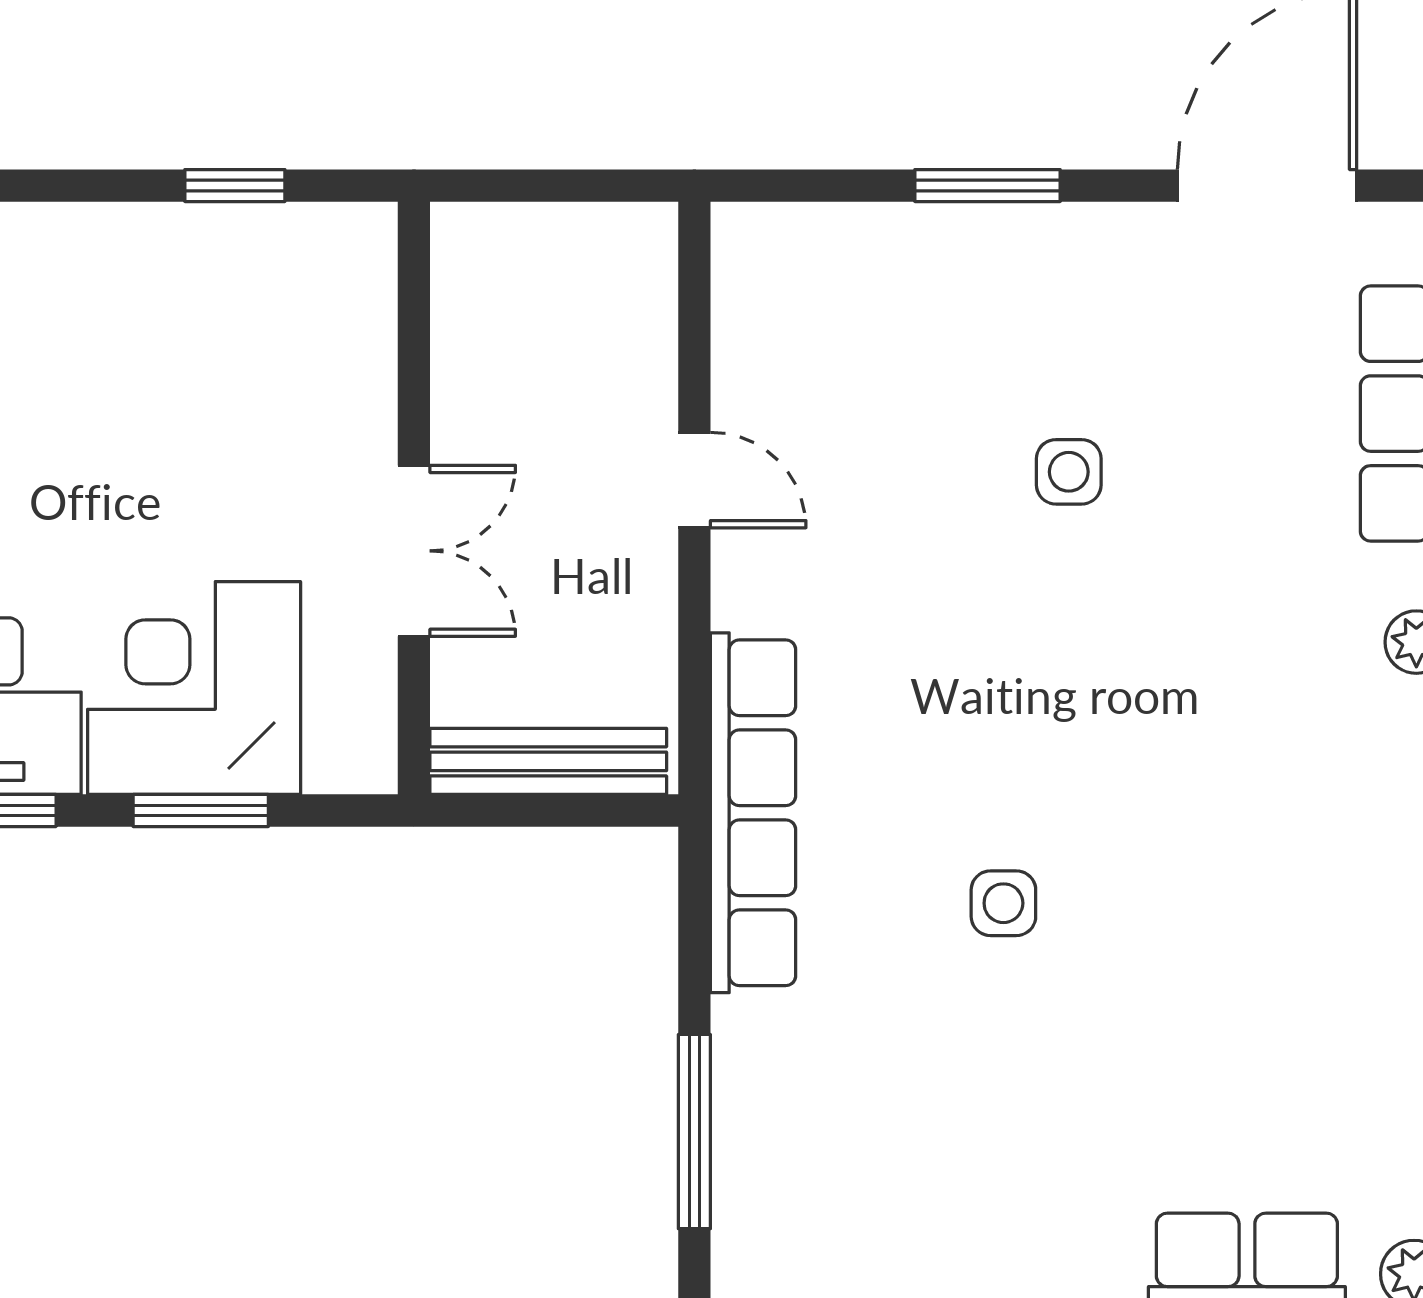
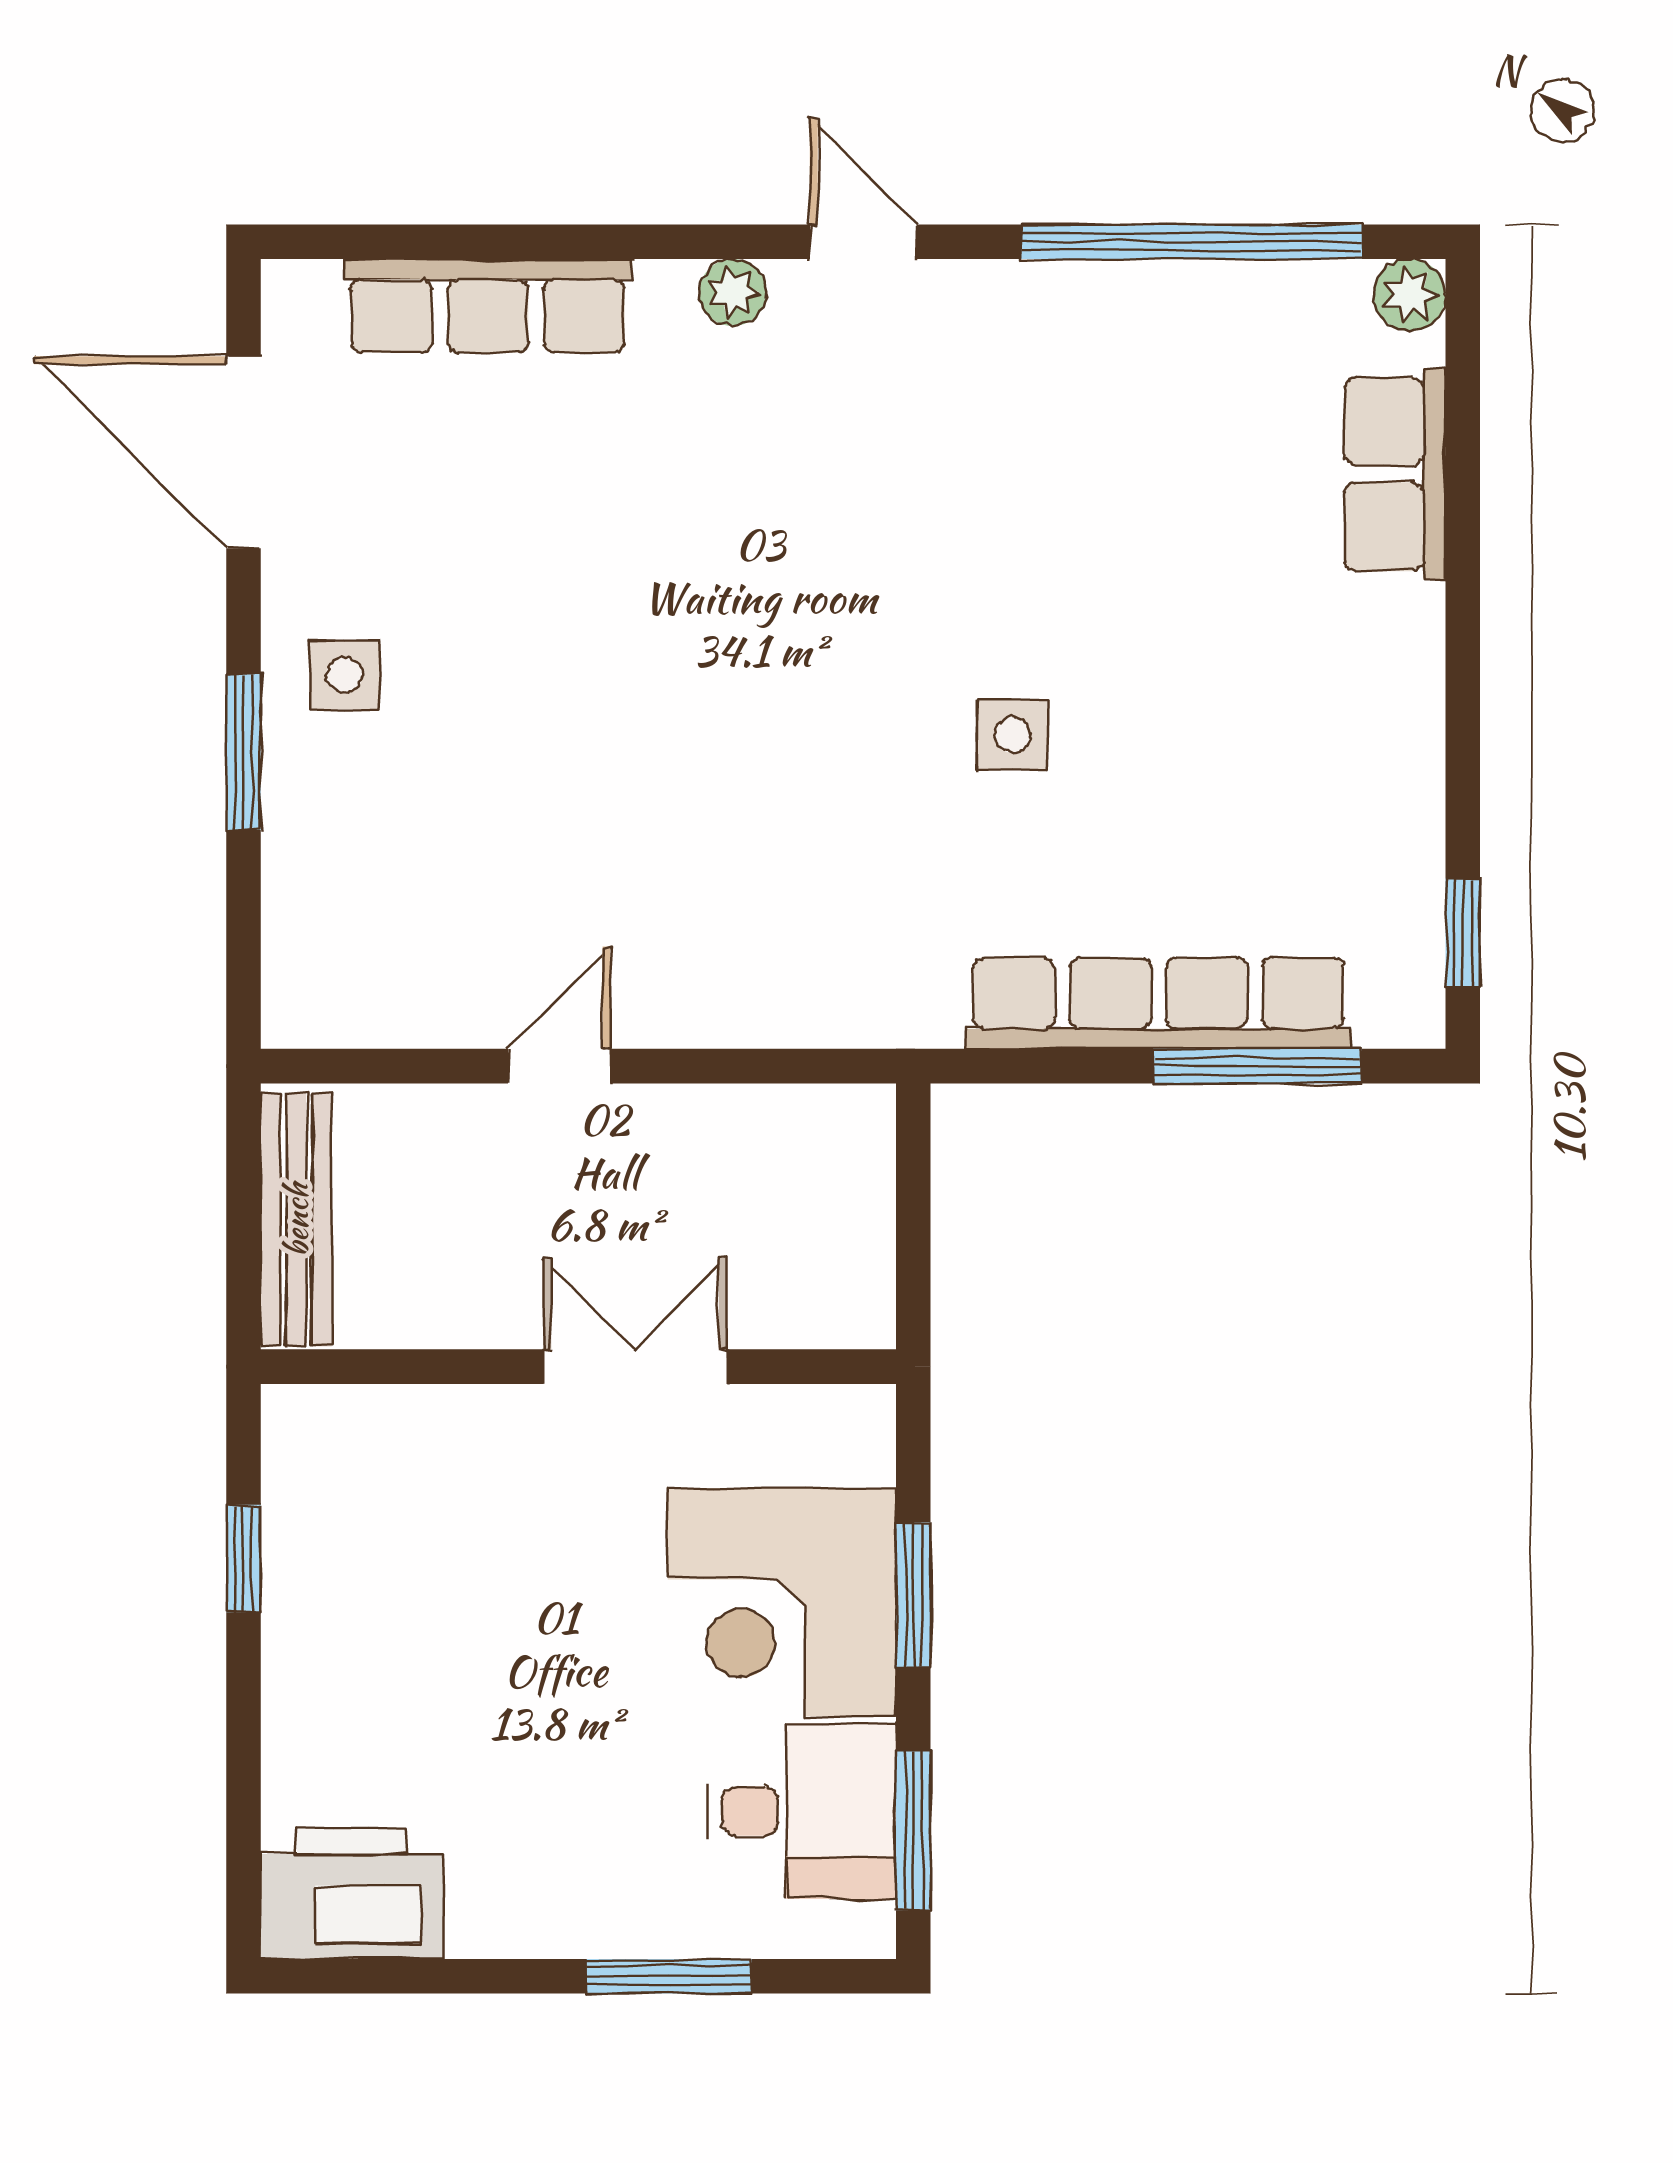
side table: (1069, 472) -> (344, 675), moved
bench: (548, 761) -> (296, 1220), moved
row of seats: (753, 813) -> (1158, 1003), moved

